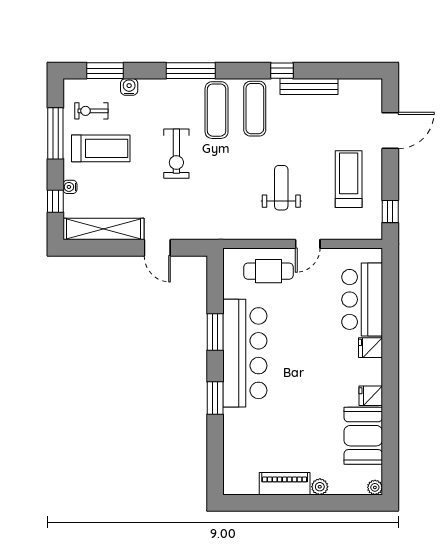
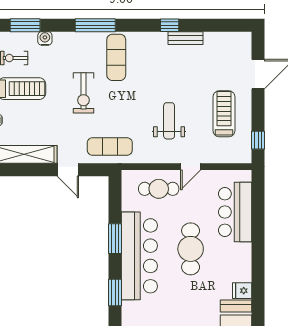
bench: (309, 87) -> (185, 38), width x0.73
exercise mat: (255, 109) -> (110, 146), moved, turned 90
cafe table: (308, 345) -> (191, 249), added
fridge: (371, 348) -> (242, 251), removed

